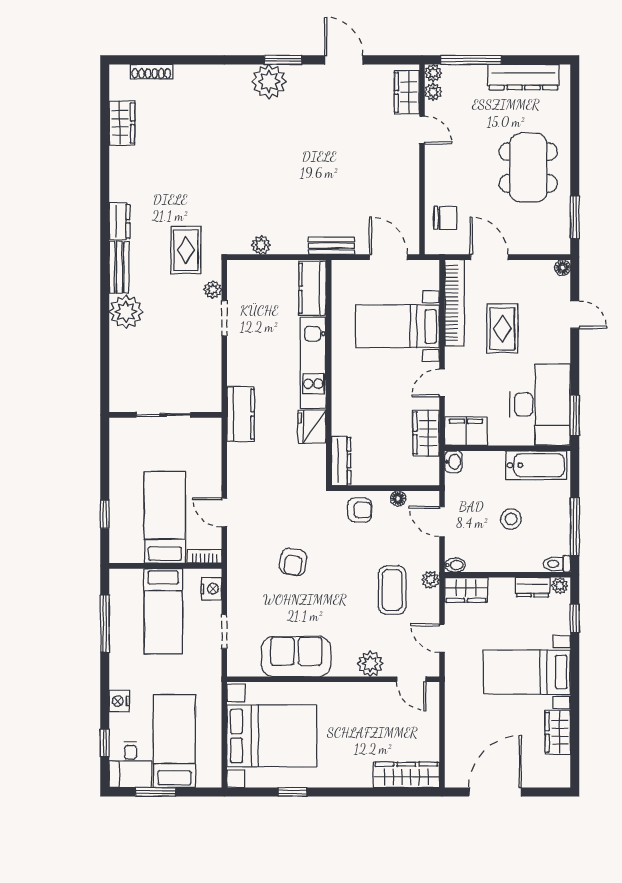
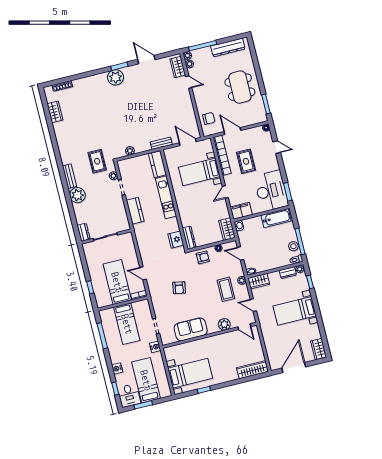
dresser: (120, 221) -> (84, 232), moved
kitchen counter: (241, 414) -> (135, 211), moved
fridge: (312, 426) -> (176, 240), moved
wardrobe: (426, 433) -> (227, 229), moved
stool: (511, 519) -> (293, 246), moved
nightstand: (211, 589) -> (155, 347), moved
wardrobe: (558, 732) -> (319, 349), moved
bed with nightstands: (272, 736) -> (190, 373), width x0.73

